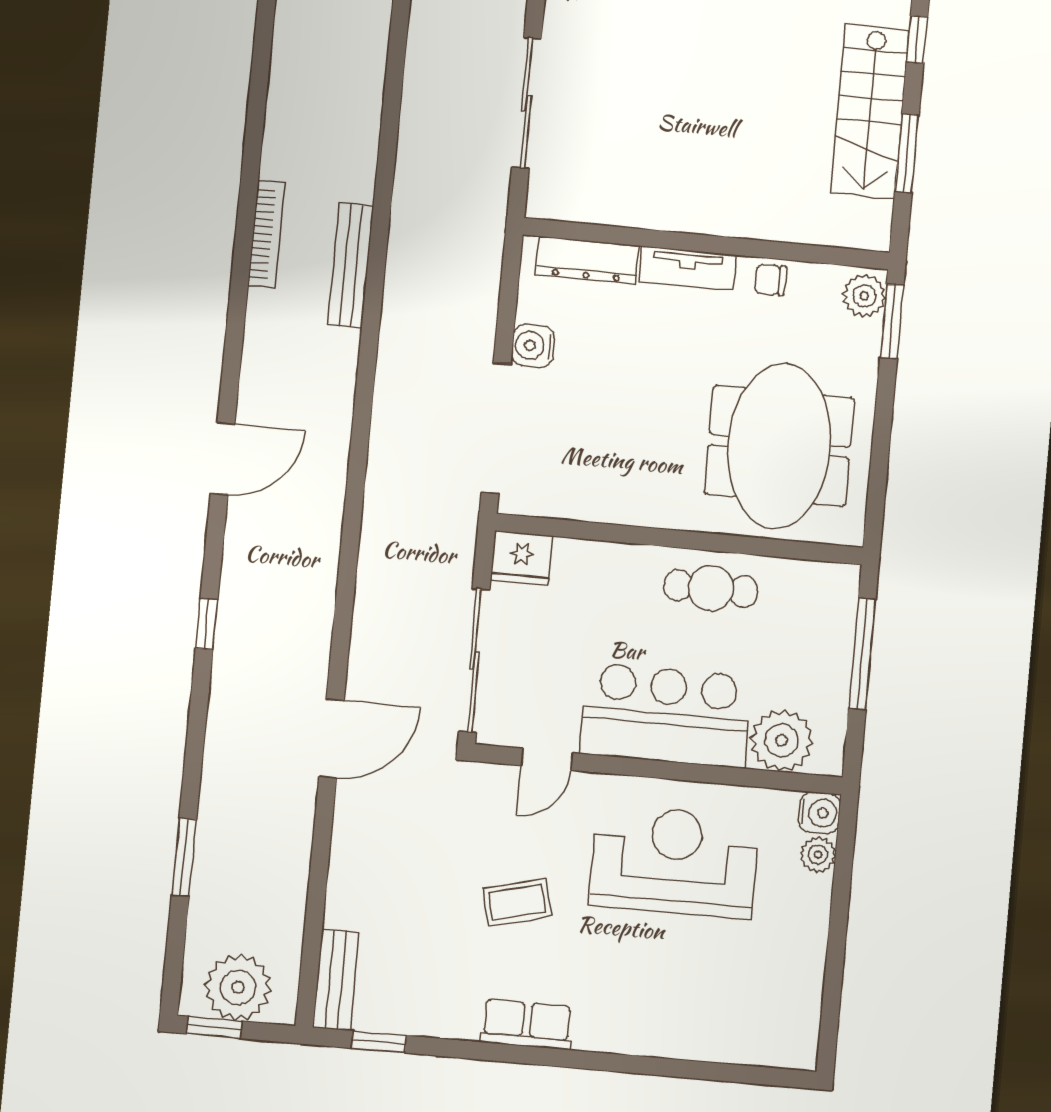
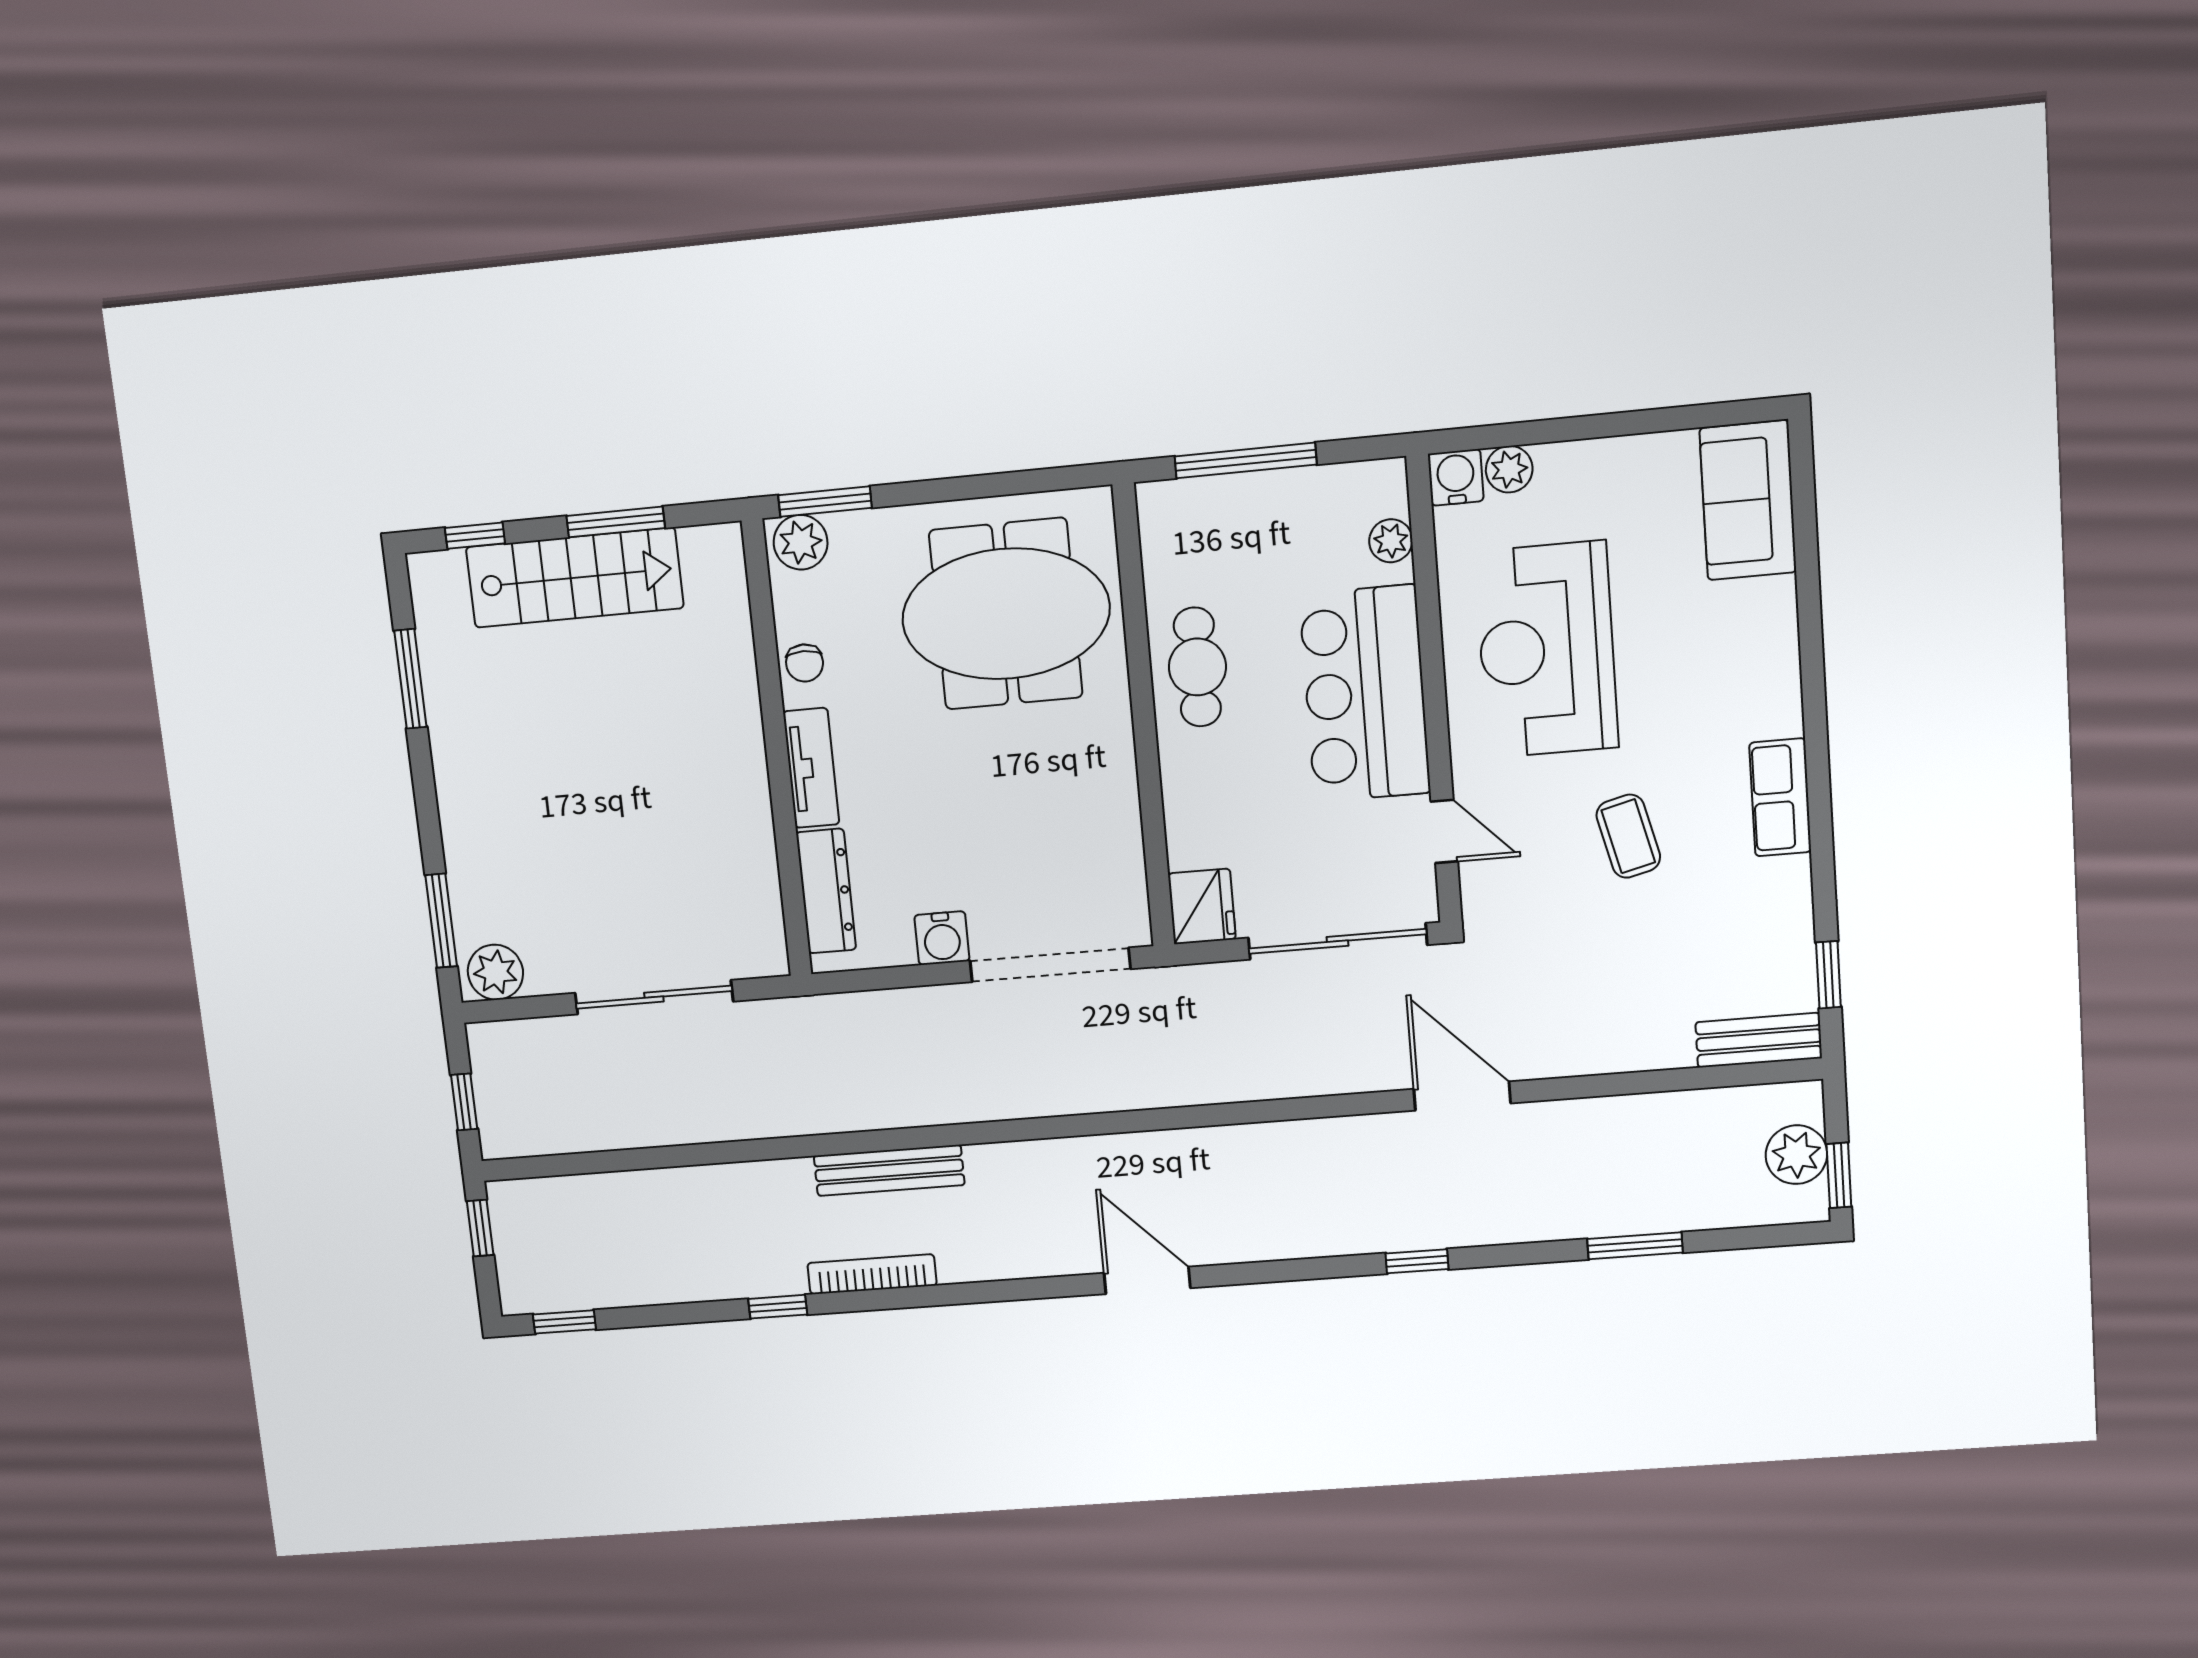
window: (252, 151) -> (778, 1307), added
window: (207, 624) -> (1417, 1261), moved
plant: (782, 740) -> (1391, 541), width x0.53, depth x0.53
plant: (238, 987) -> (1796, 1155), width x0.73, depth x0.73
sofa: (761, 1033) -> (1748, 500), added

